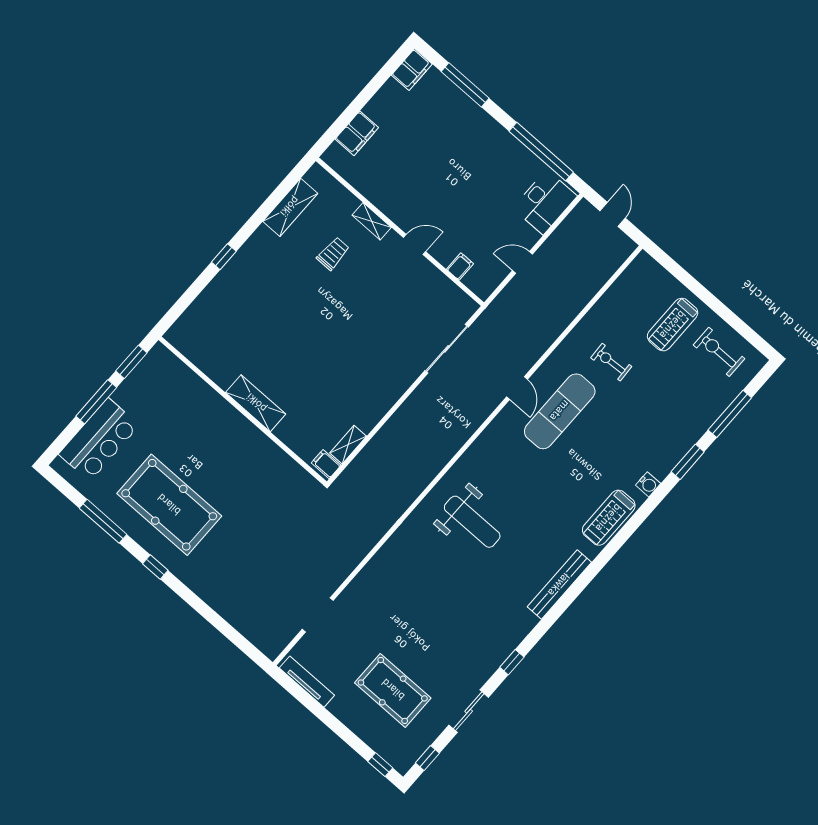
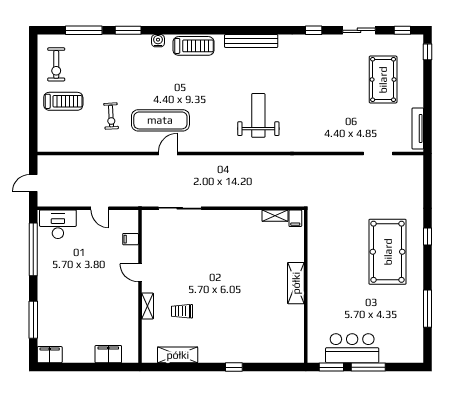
bar counter: (99, 440) -> (352, 348), moved
pool table: (169, 505) -> (388, 252), moved
window: (155, 567) -> (428, 236), moved

